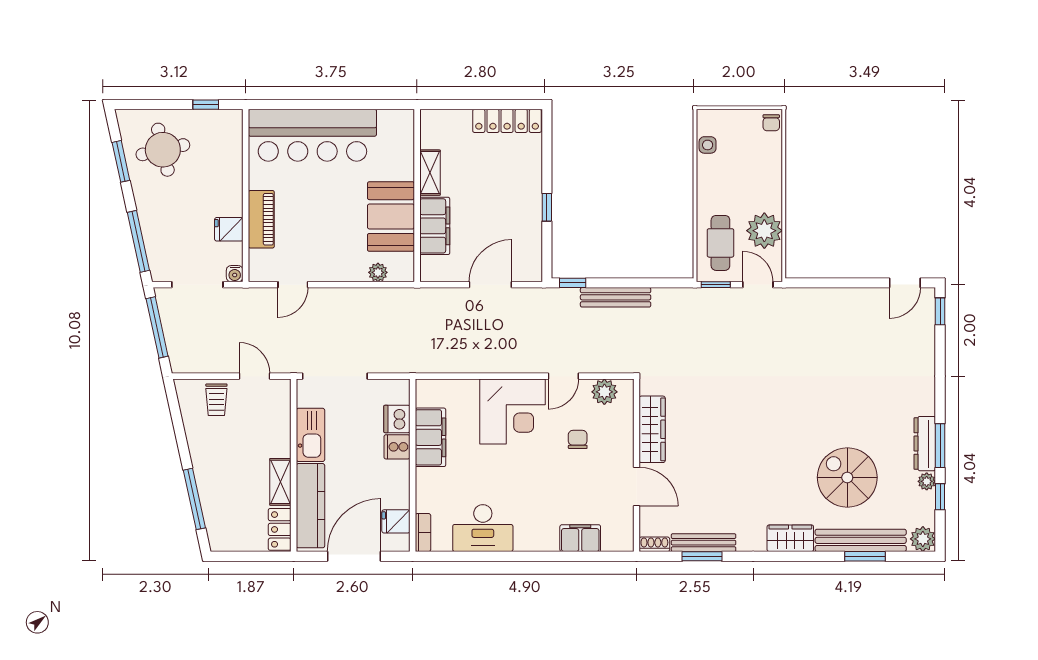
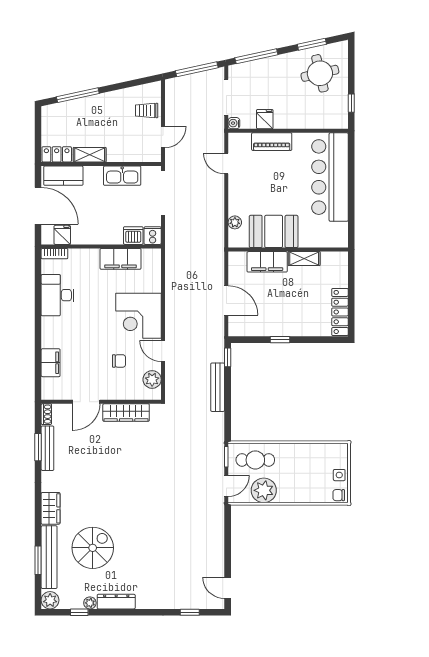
side table: (708, 145) -> (339, 475), moved
window: (940, 311) -> (190, 612), moved
window: (940, 446) -> (115, 612), removed
cooker: (397, 447) -> (153, 236), moved
kitchen counter: (310, 506) -> (63, 176), width x0.67

